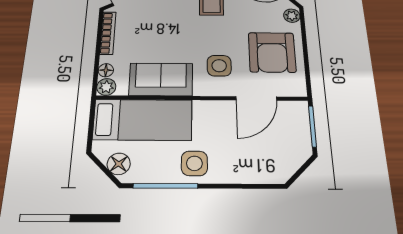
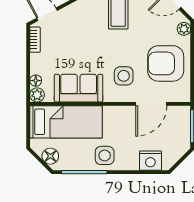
bookcase: (108, 33) -> (35, 40), width x0.64
armchair: (272, 52) -> (166, 63), turned 90
nightstand: (258, 171) -> (150, 161), added

